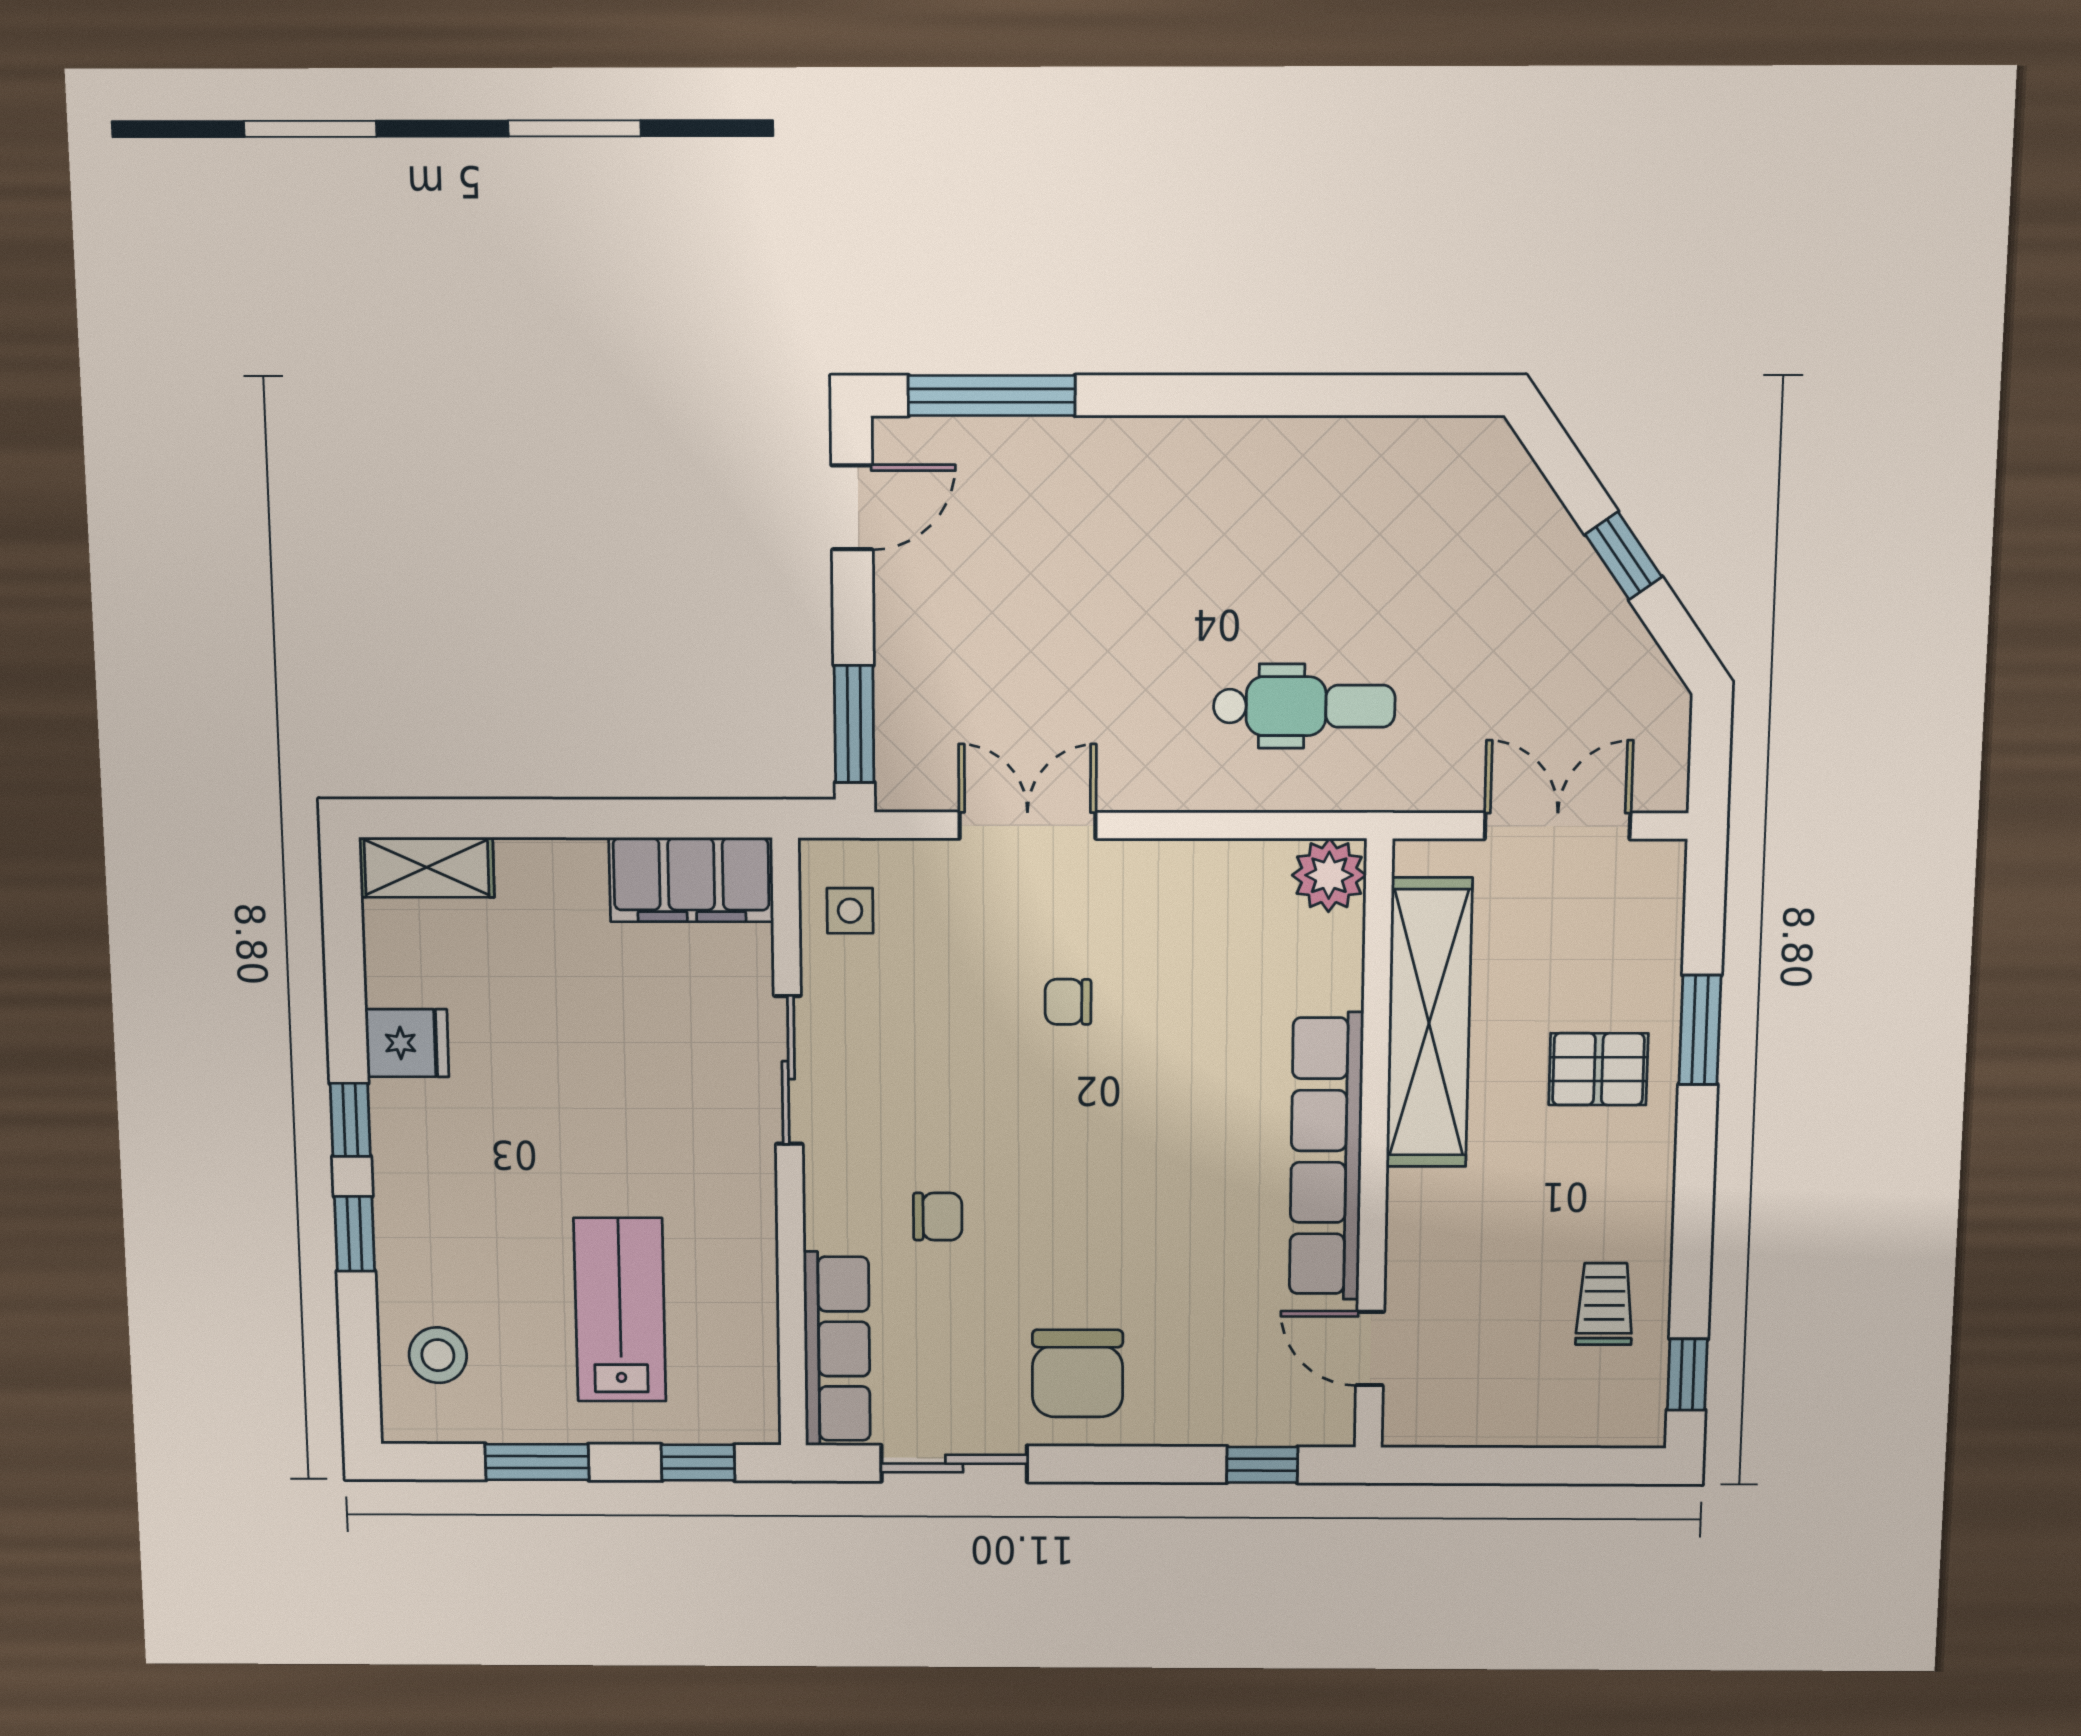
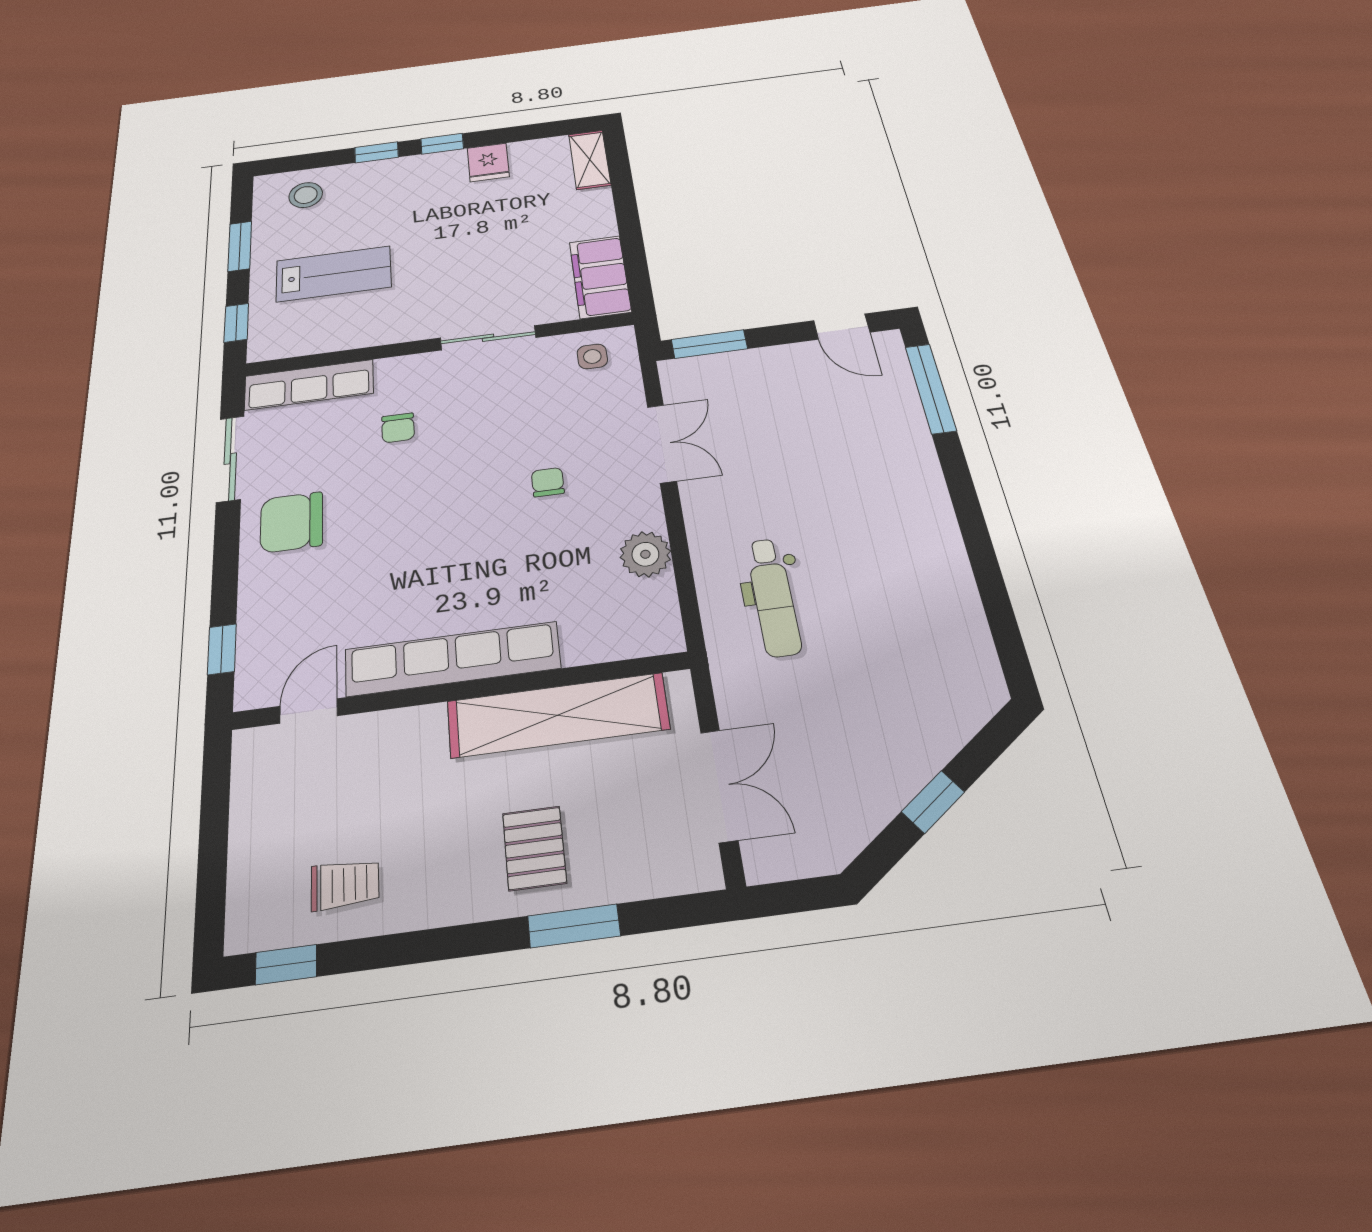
plant: (1329, 875) -> (645, 554), moved

